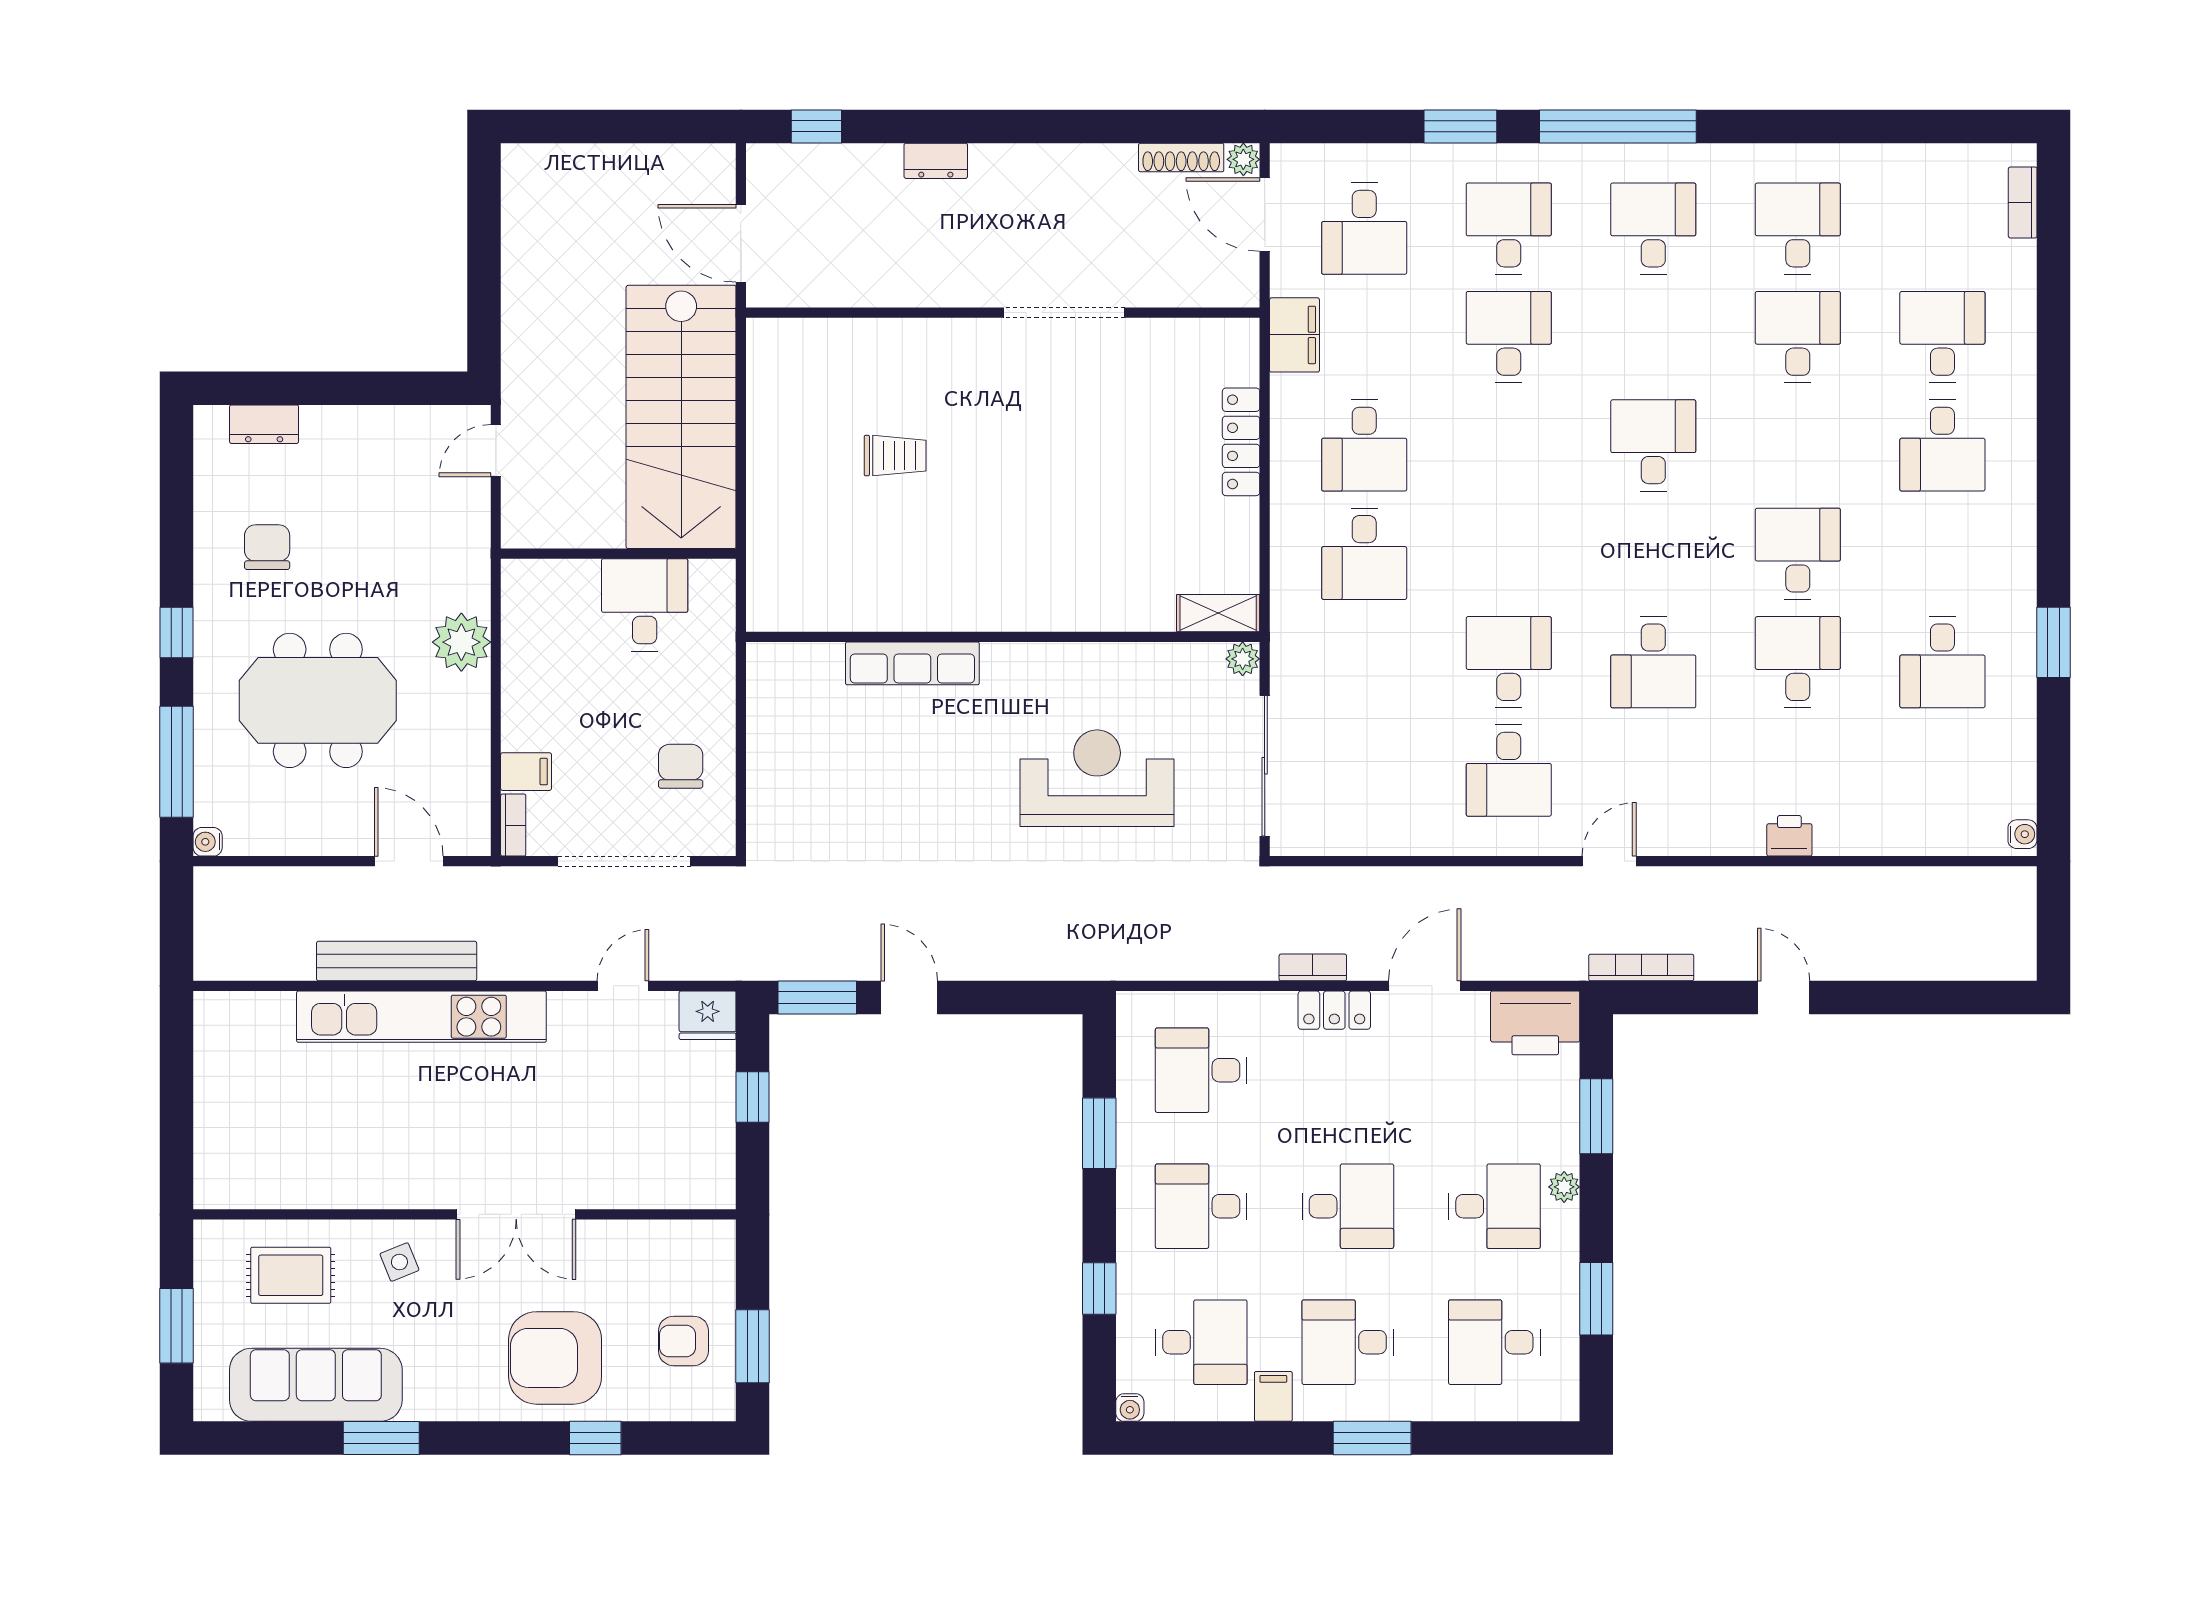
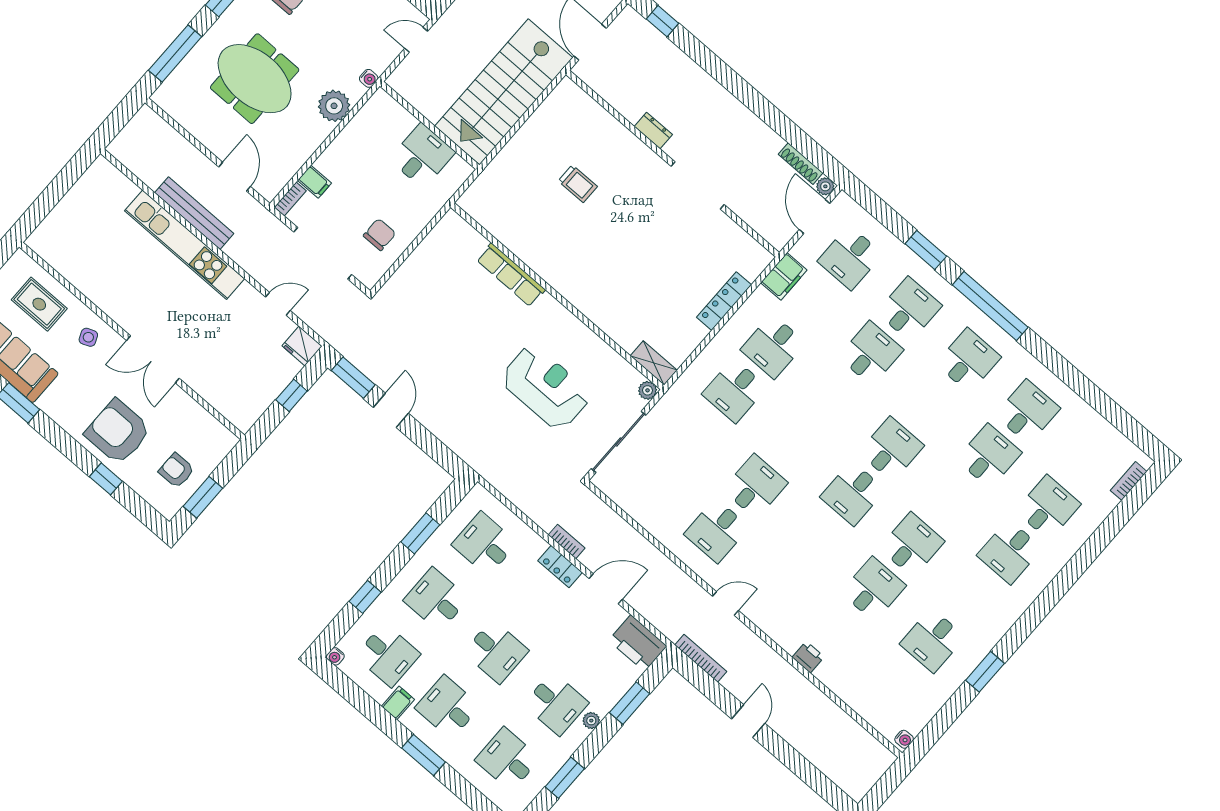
dresser: (936, 161) -> (653, 130), moved, turned 180
desk: (1653, 662) -> (853, 493), moved
water cooler: (208, 842) -> (369, 78), moved, turned 180

